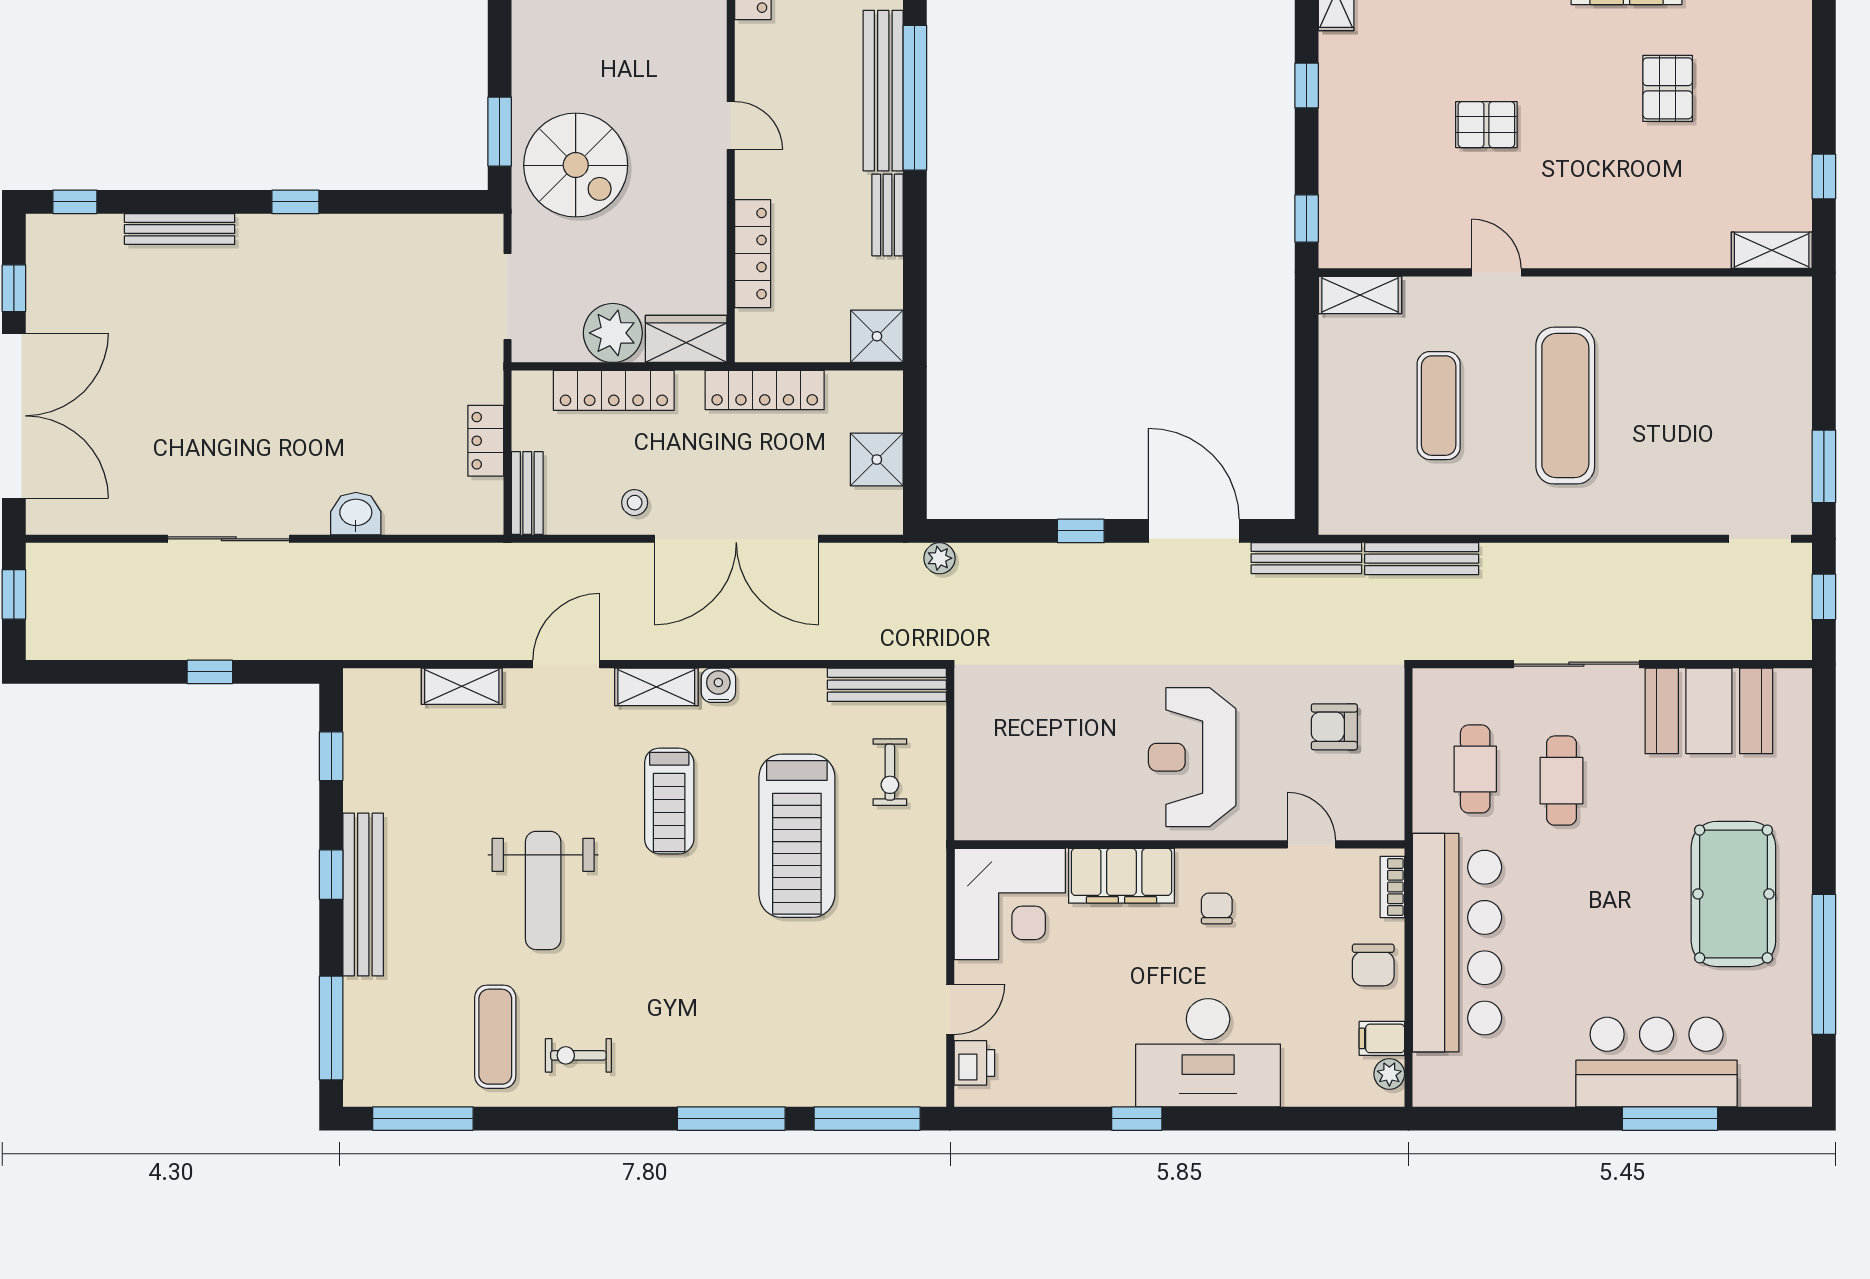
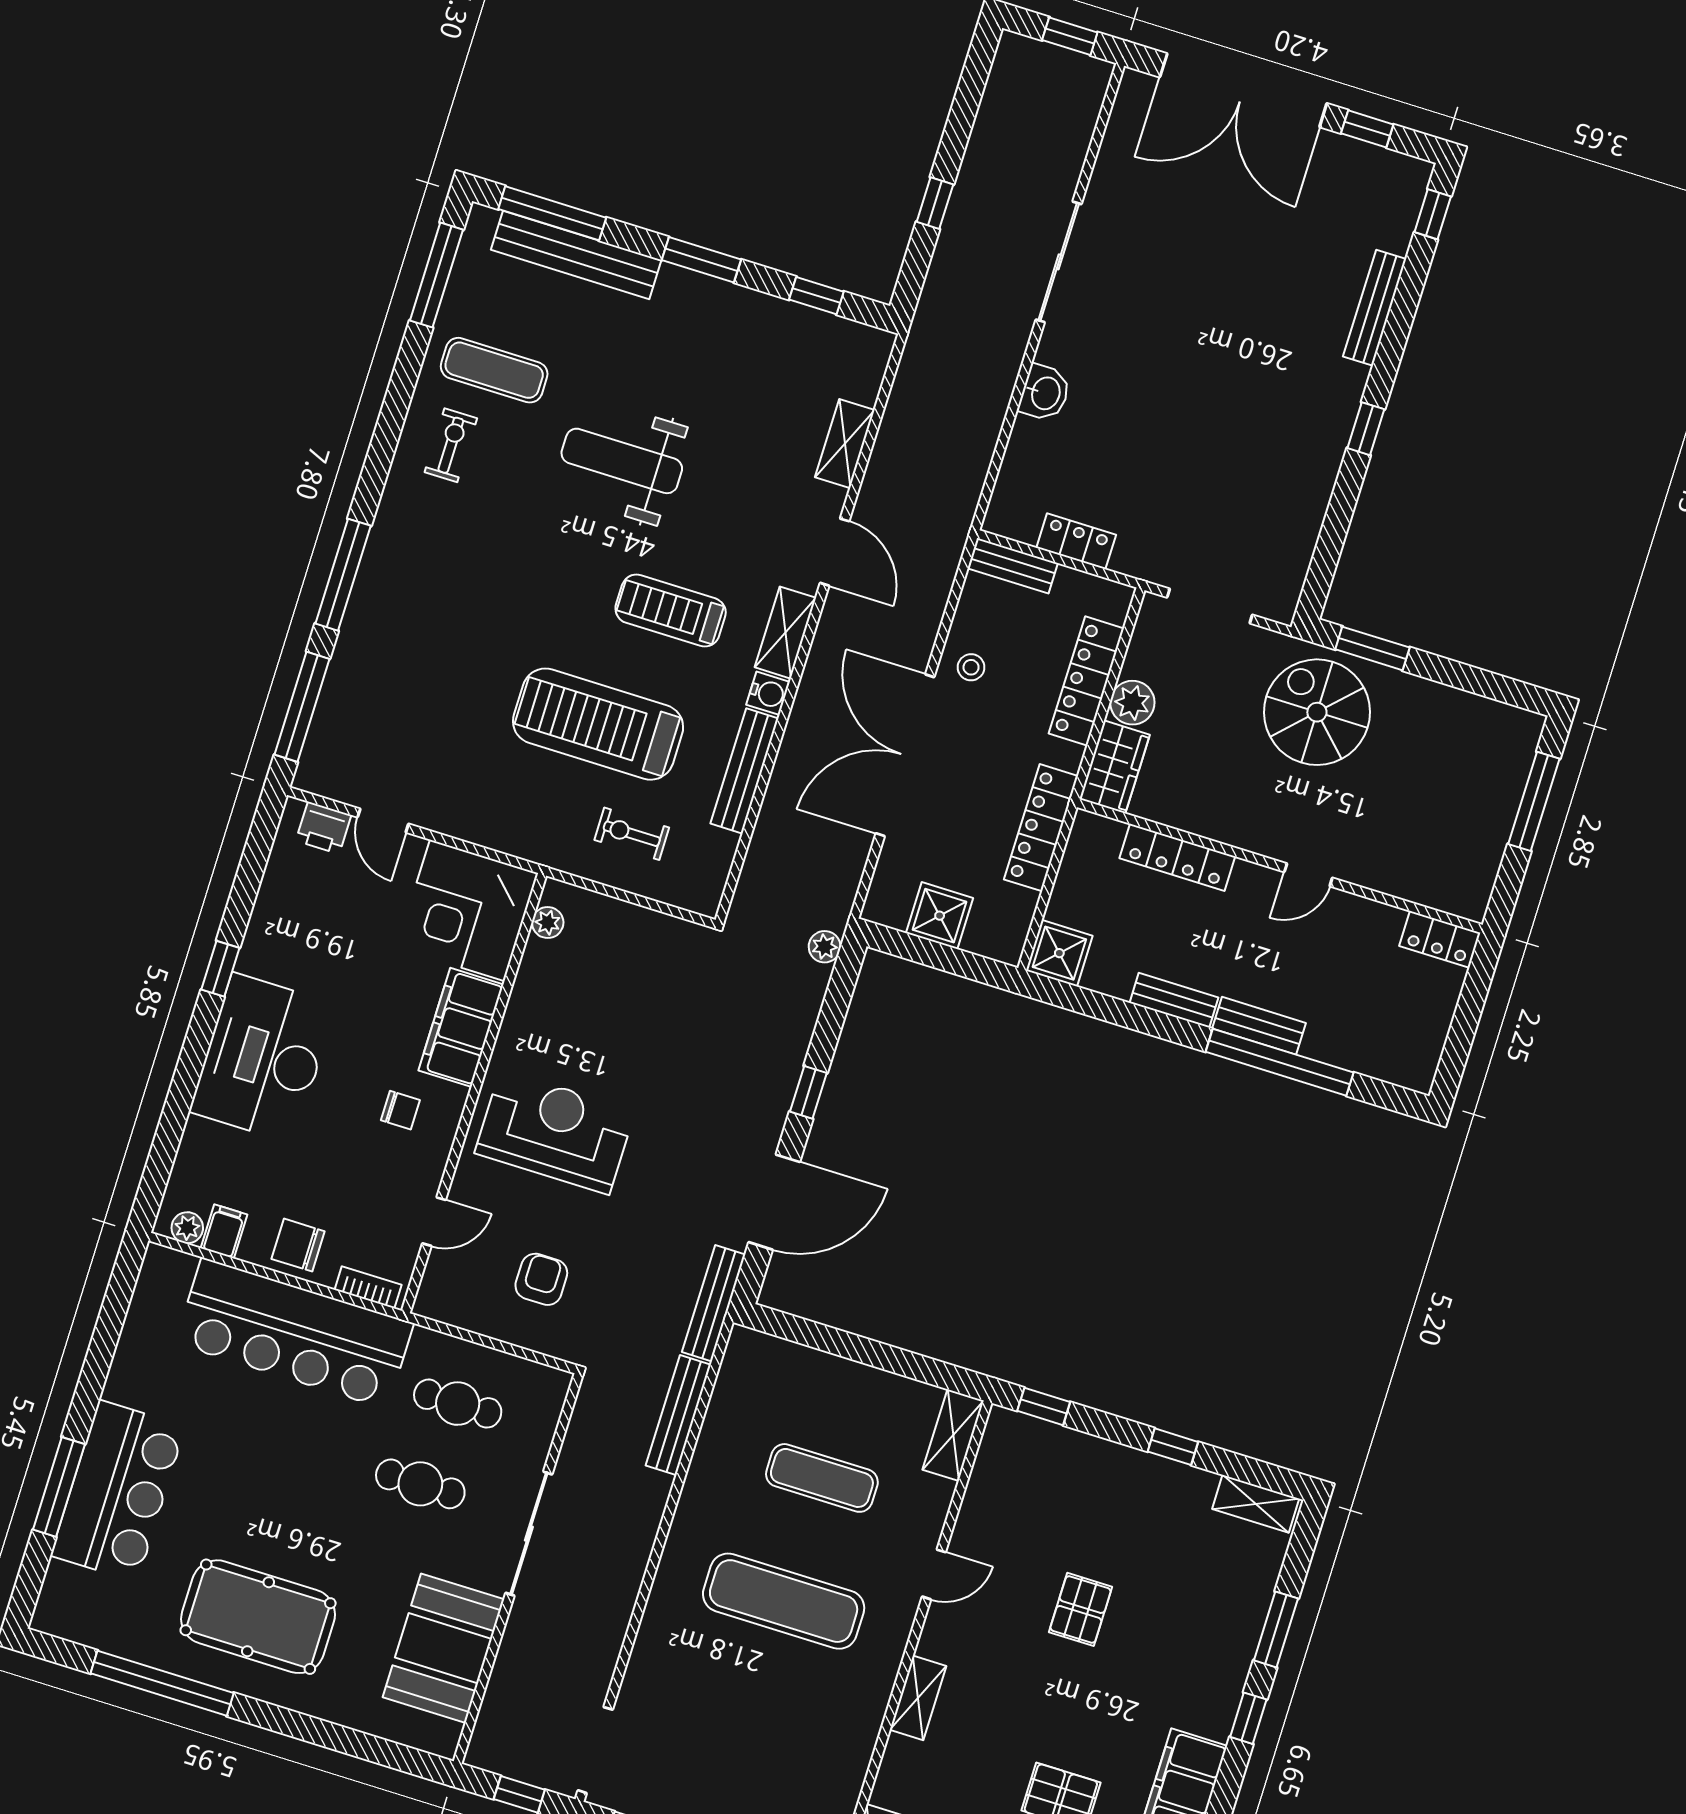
bench: (883, 91) -> (1259, 1026), width x0.54, depth x0.82
spiral stairs: (576, 165) -> (1317, 712), turned 90
shelving: (1617, 251) -> (918, 1698), added
plant: (613, 333) -> (1132, 703), width x0.73, depth x0.73
doorway: (1760, 539) -> (595, 1750), width x1.38
bench: (887, 685) -> (745, 771), moved
plant: (998, 825) -> (548, 923), added
window: (331, 875) -> (701, 260), width x1.50
bench: (363, 895) -> (576, 255), moved

